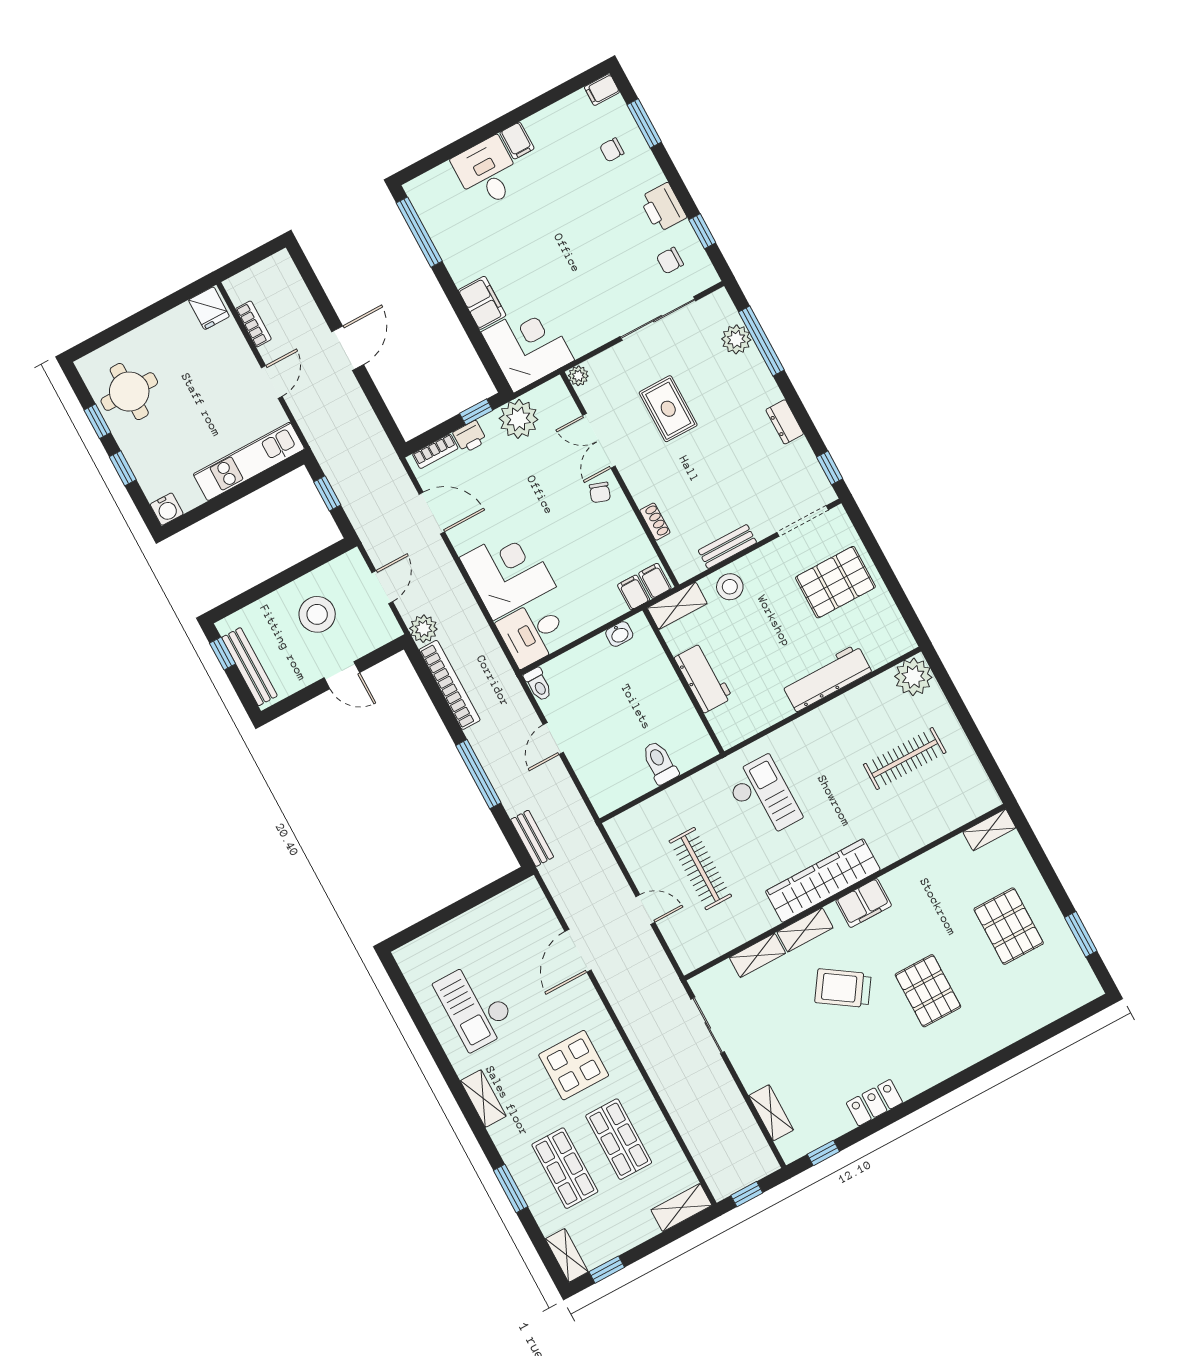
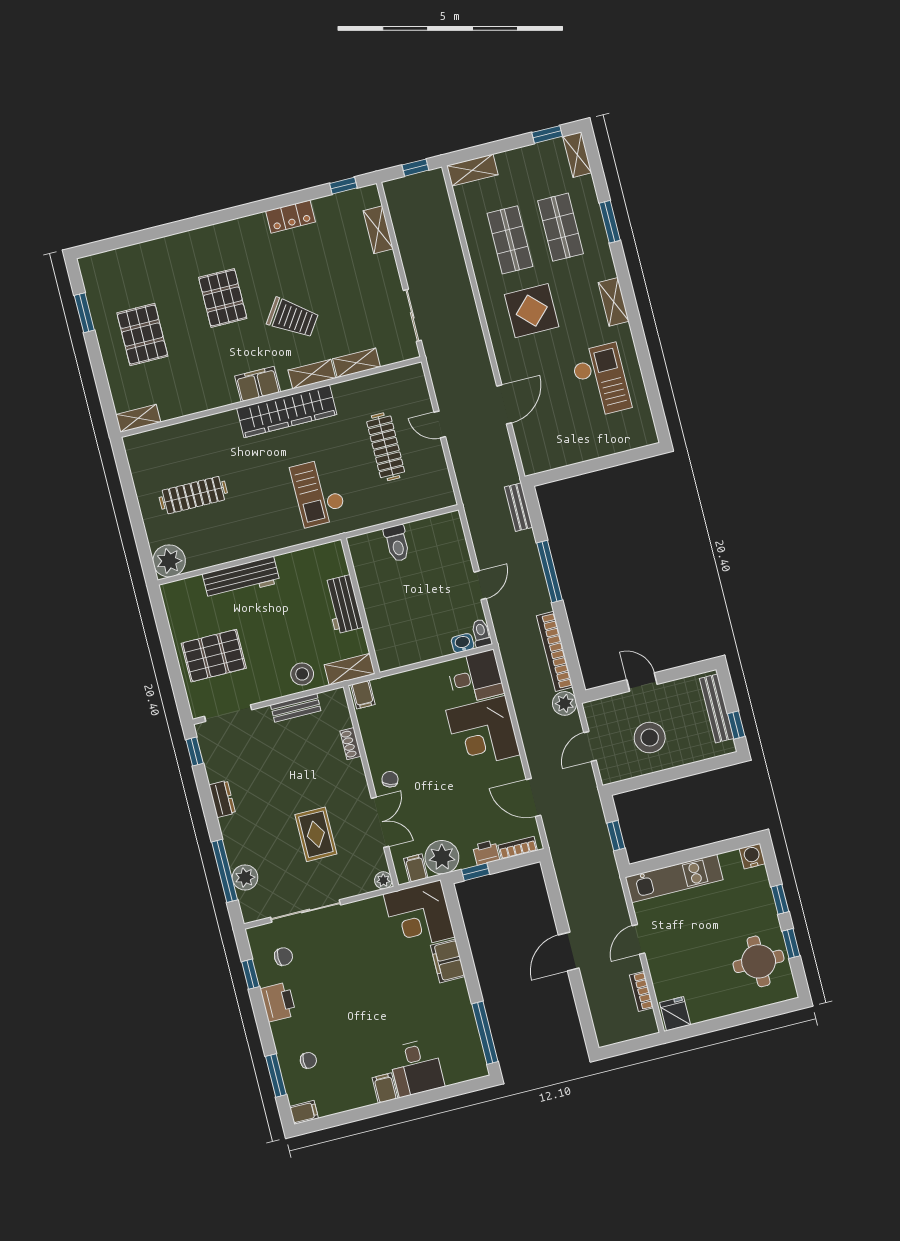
filing cabinet: (634, 592) -> (416, 868), moved, turned 180
washbasin: (619, 634) -> (463, 643), moved

